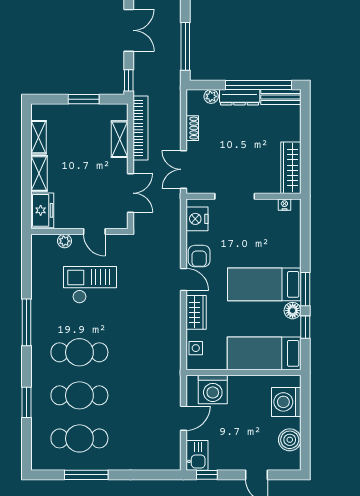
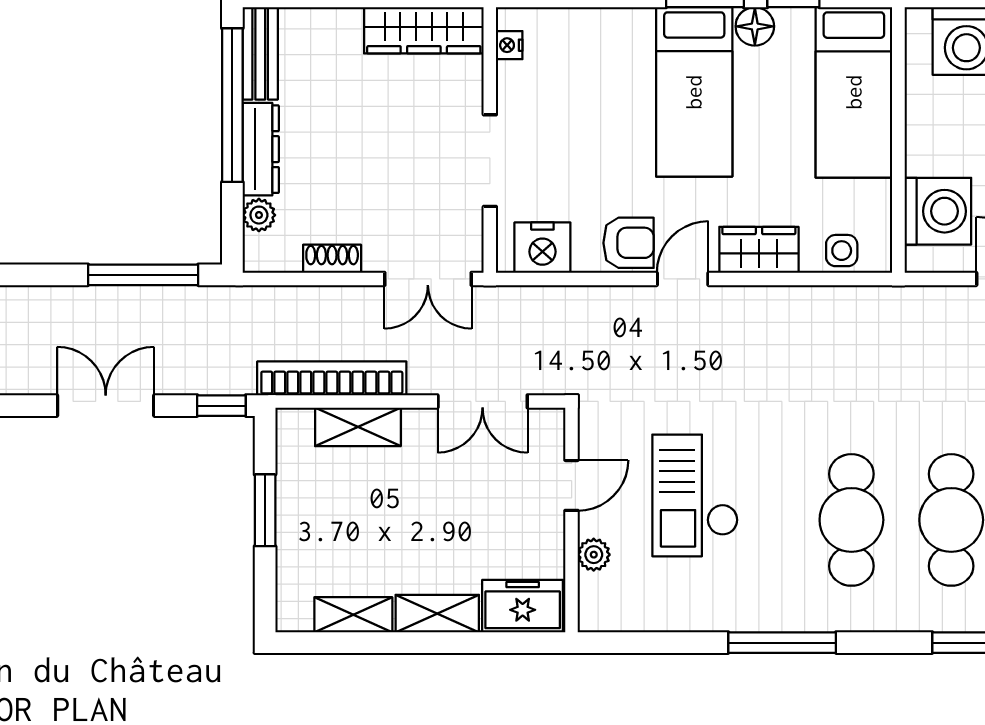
double door: (131, 193) -> (483, 401), swing flipped

